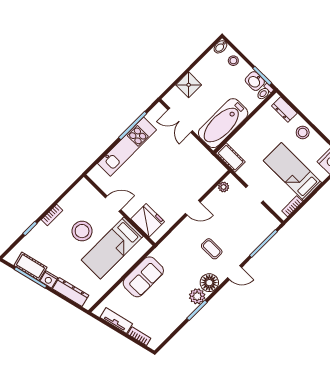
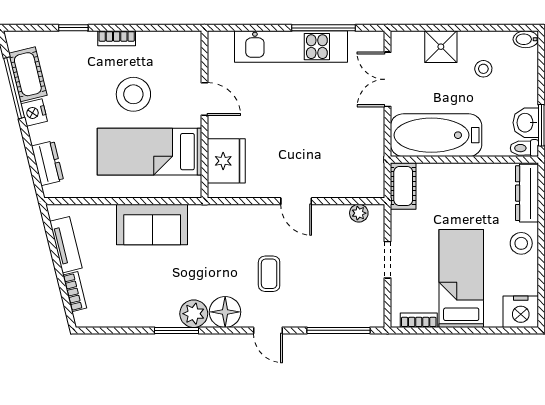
stool: (233, 61) -> (483, 69), moved
dresser: (284, 109) -> (527, 193), width x1.44
dresser: (71, 292) -> (47, 163), width x0.70

